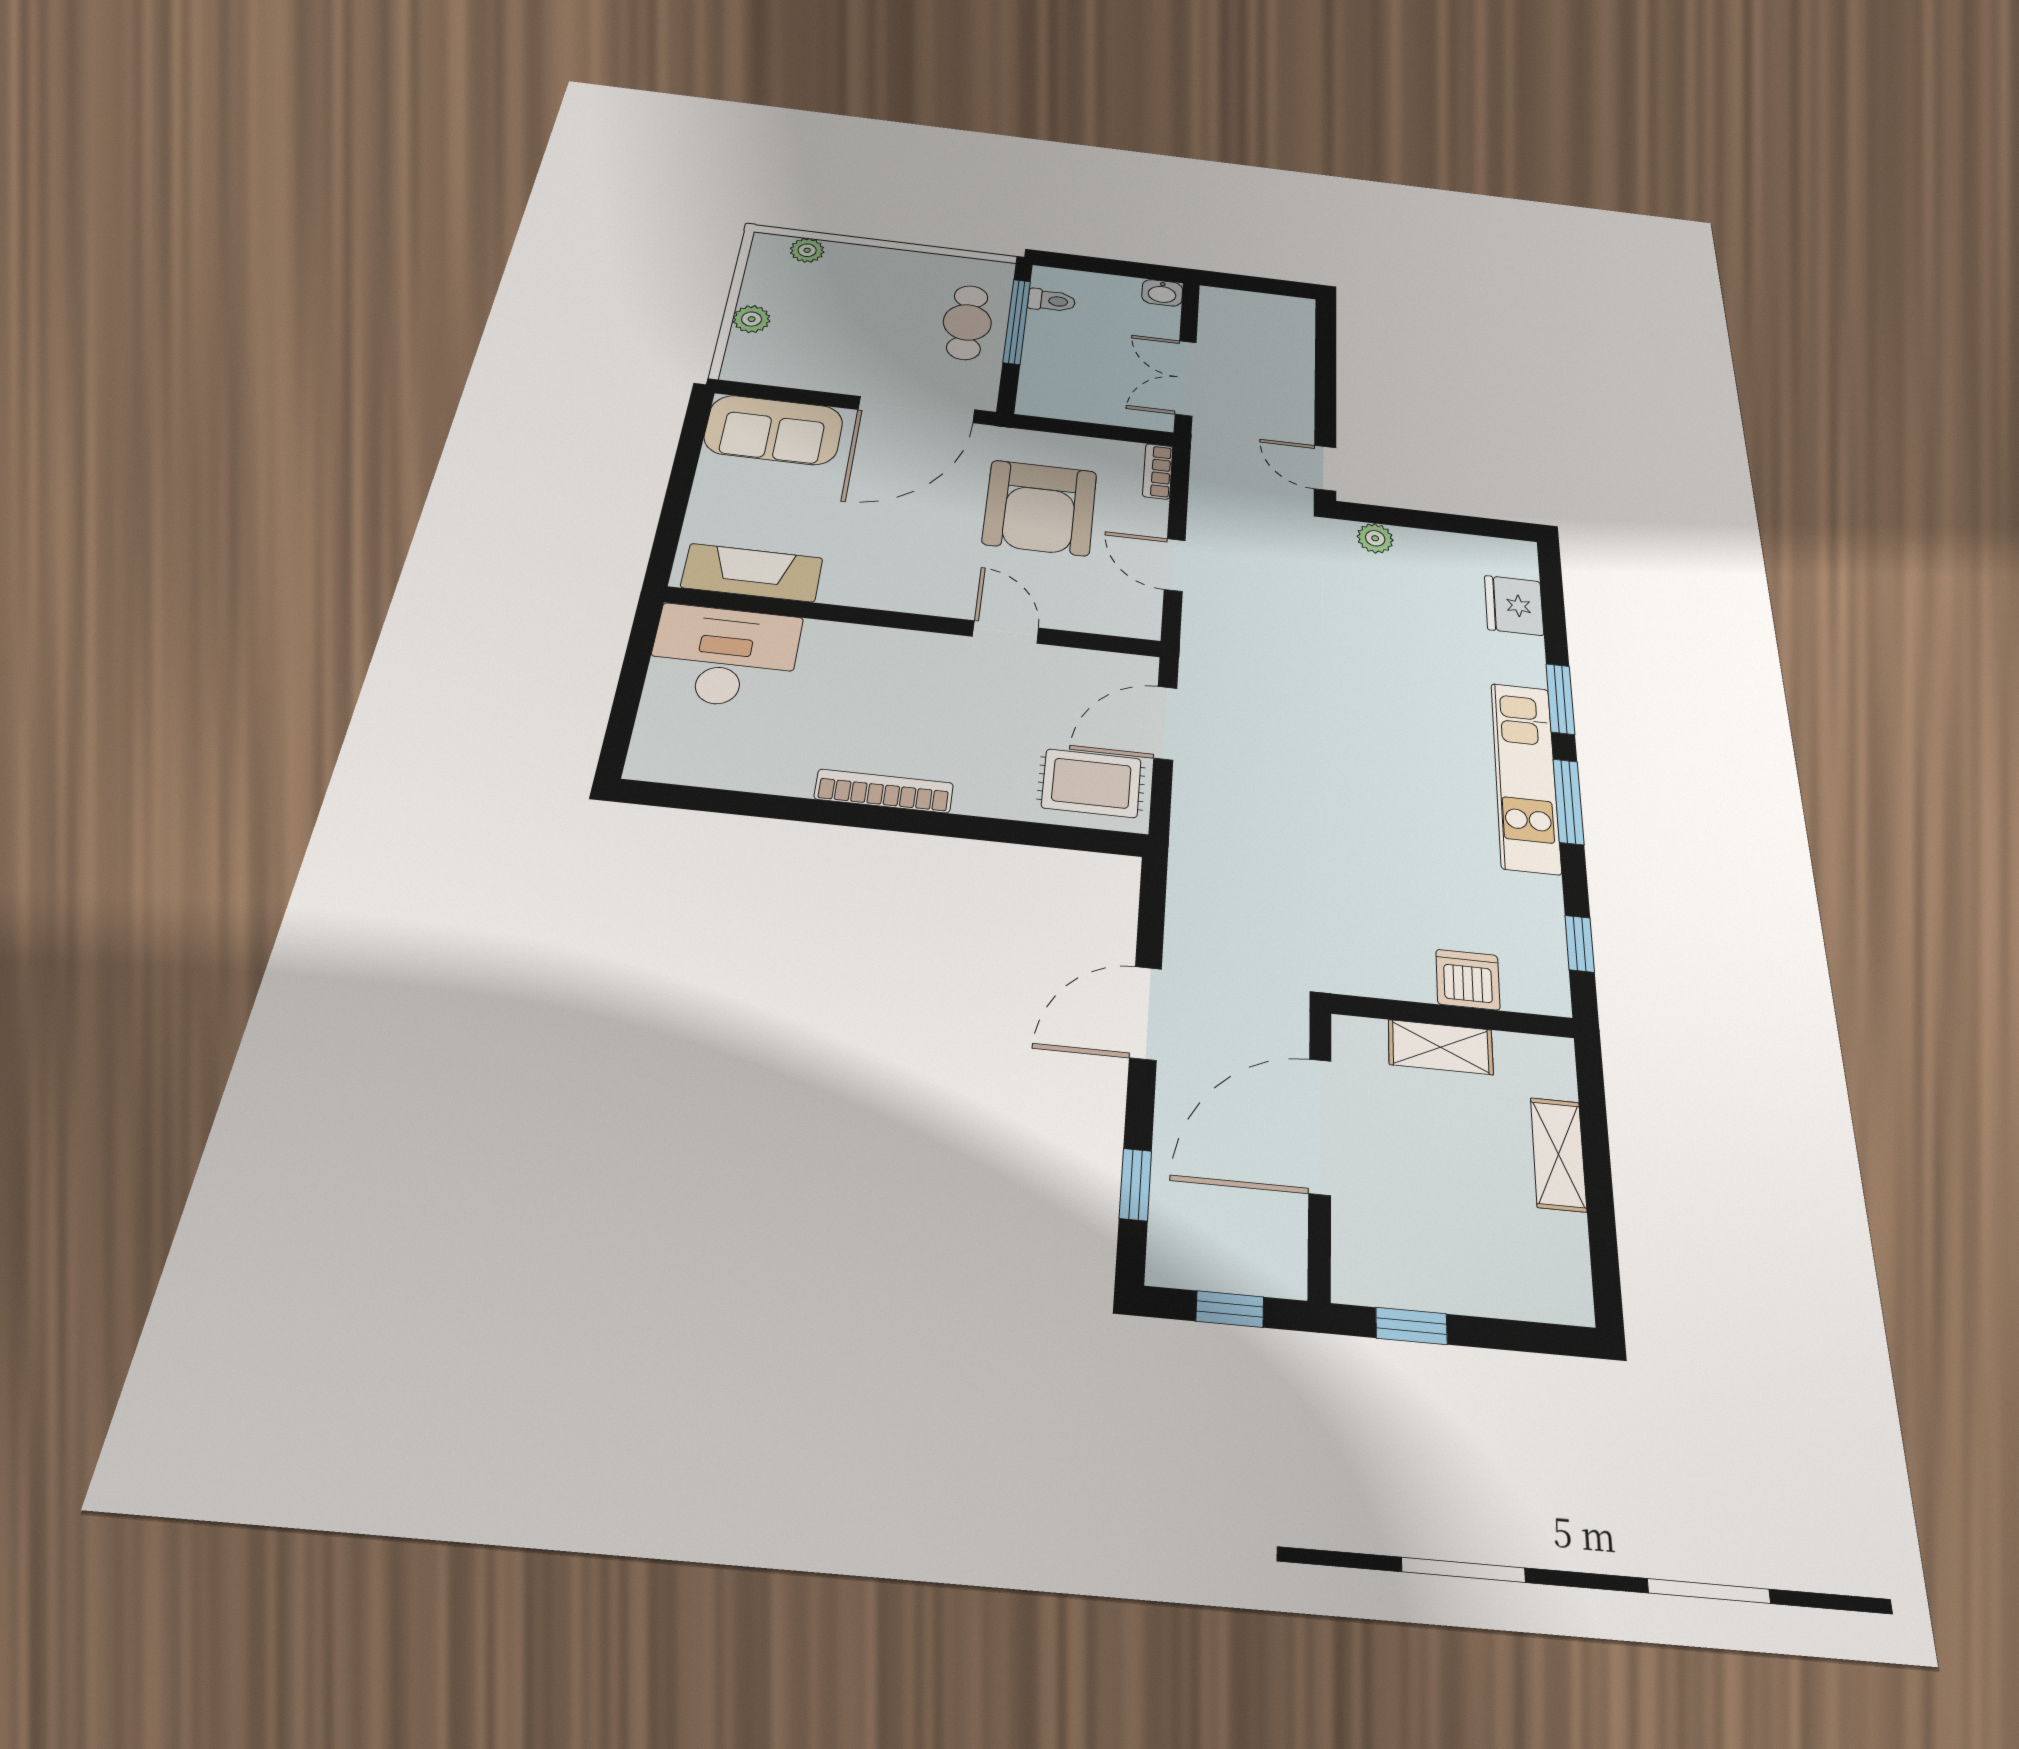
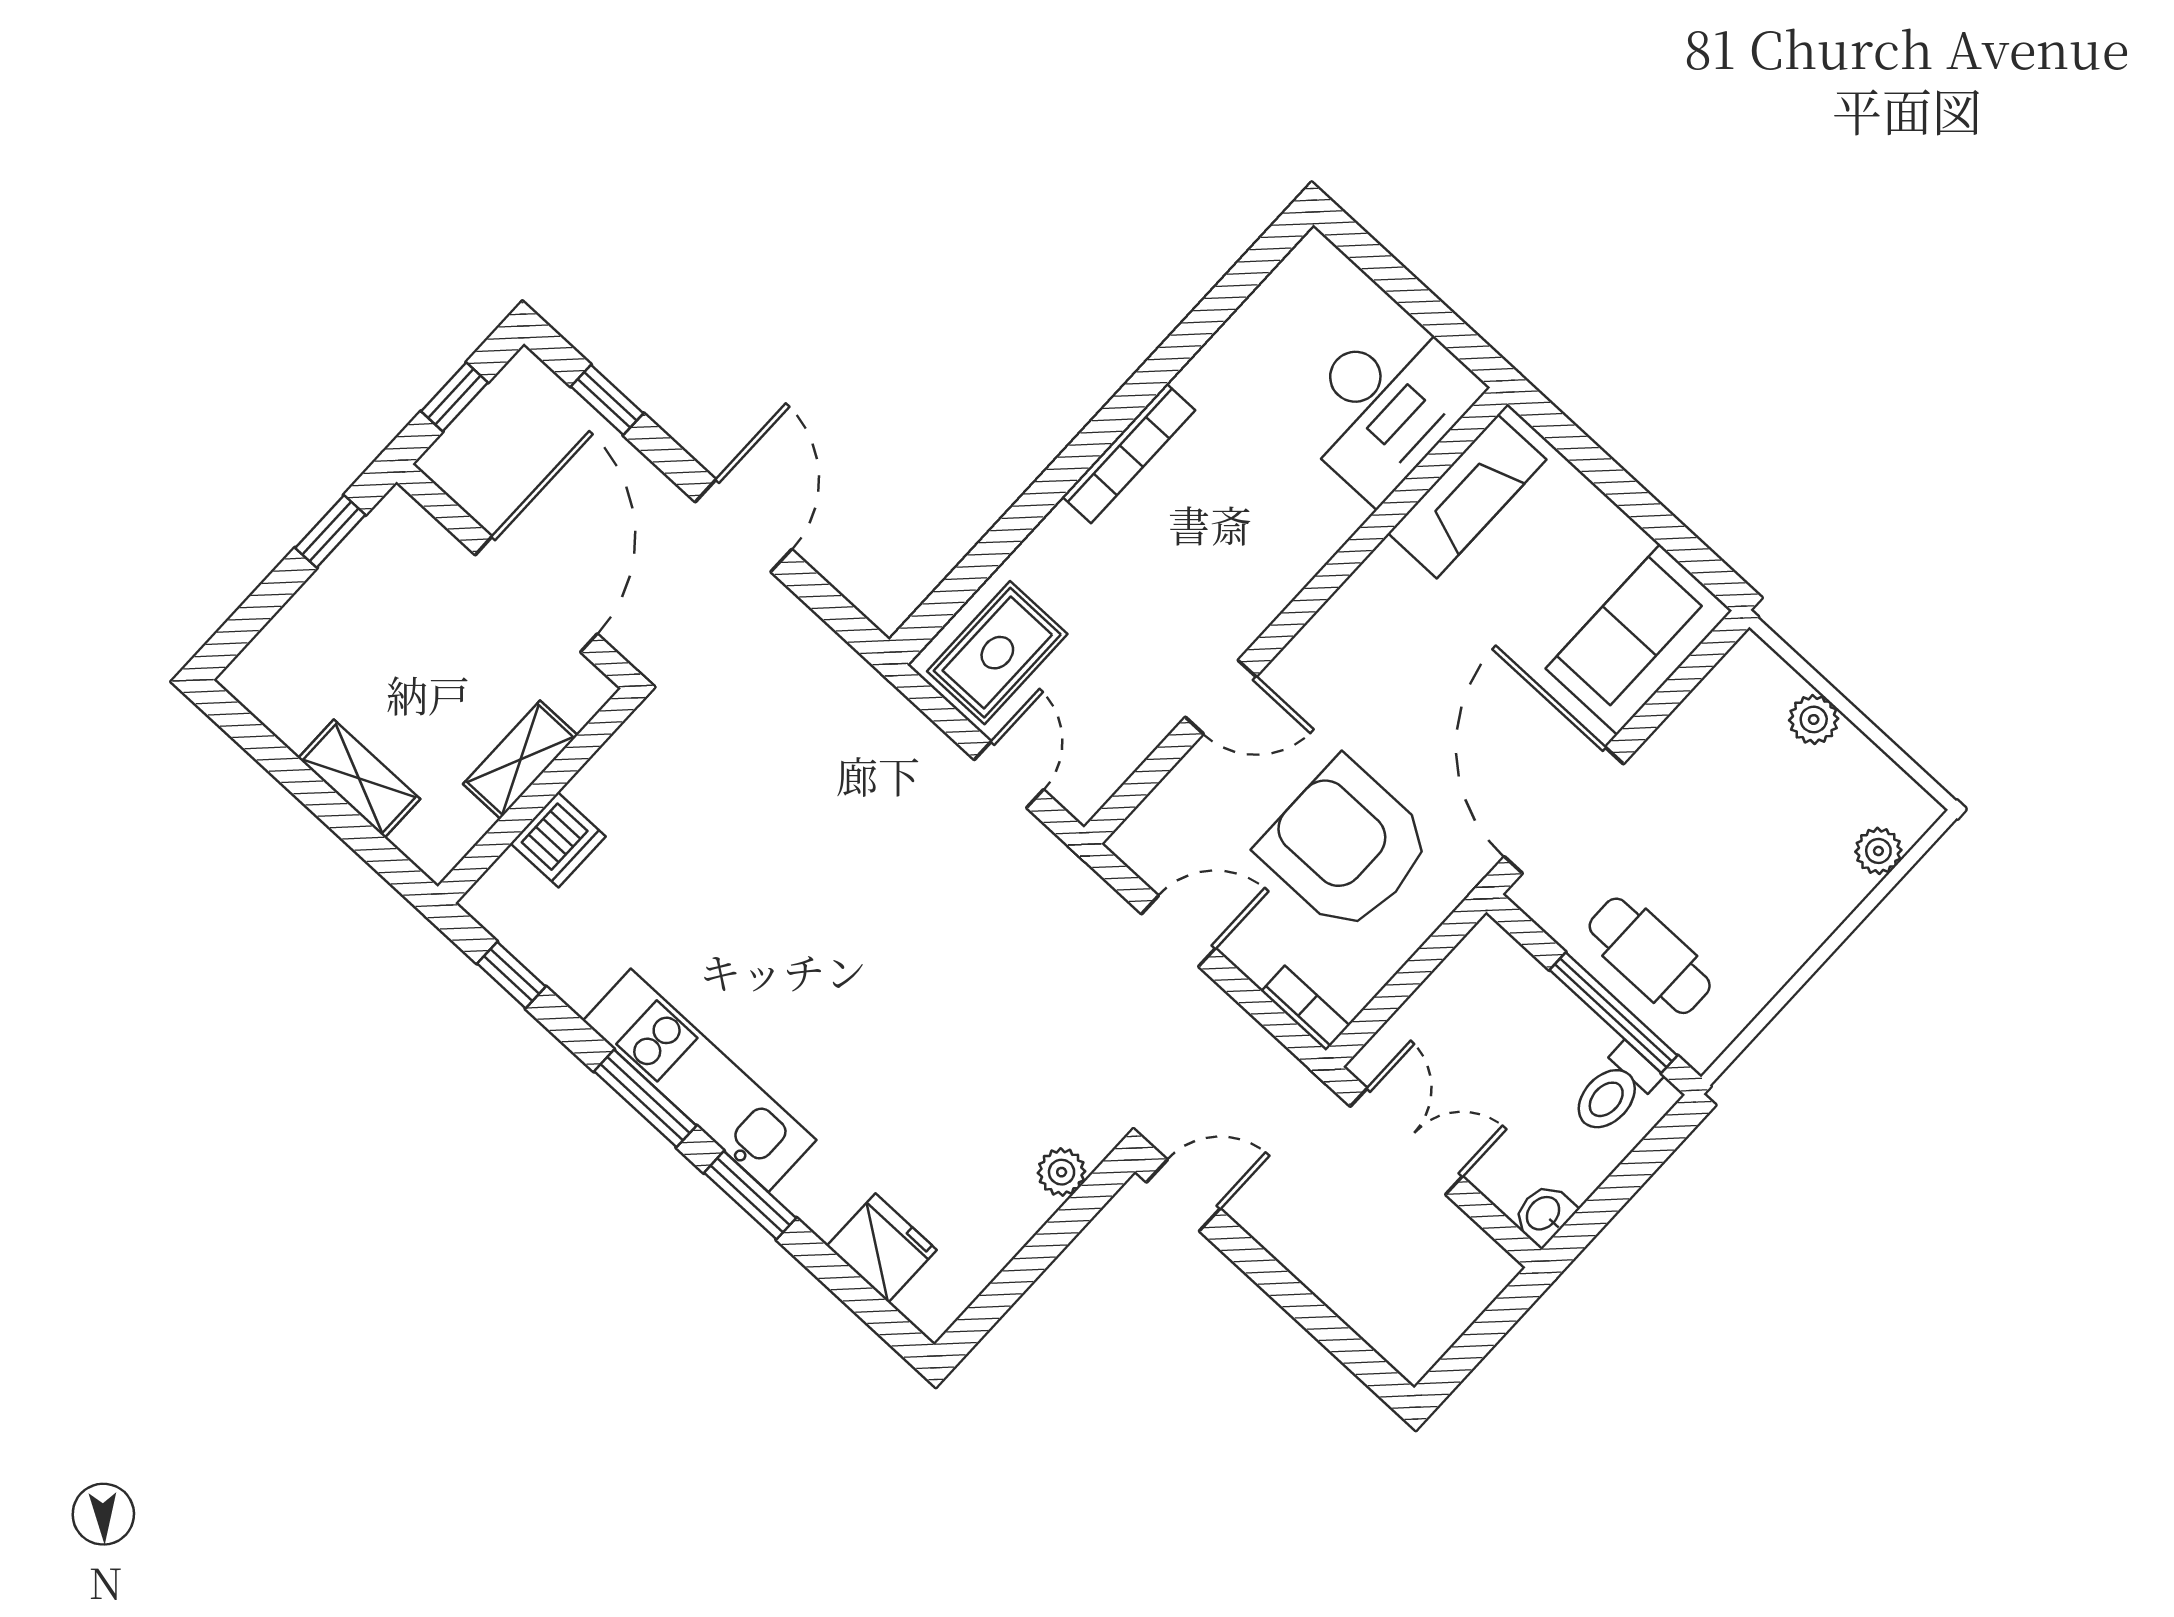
toilet: (1052, 301) -> (1615, 1090), width x1.37, depth x1.39
door: (1165, 723) -> (1009, 775), width x0.73

